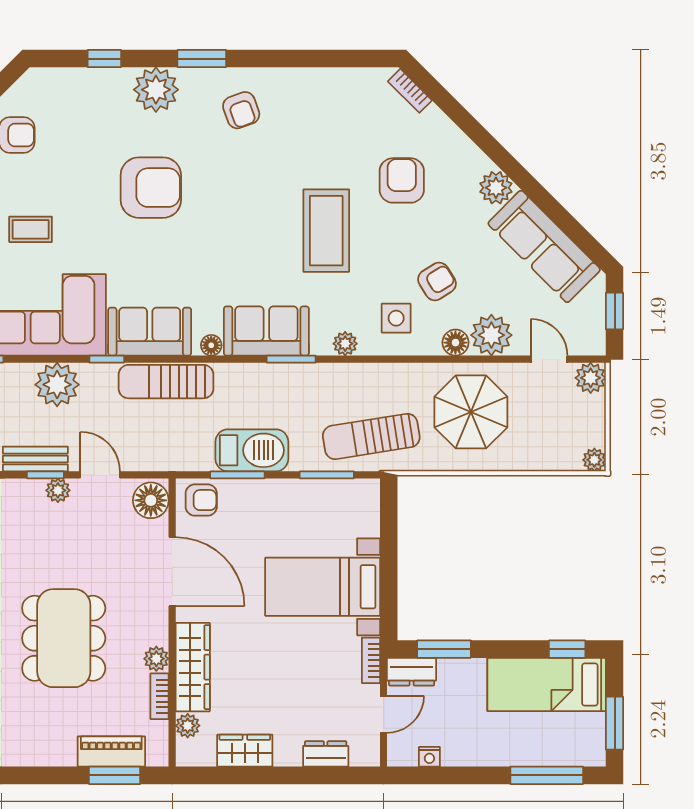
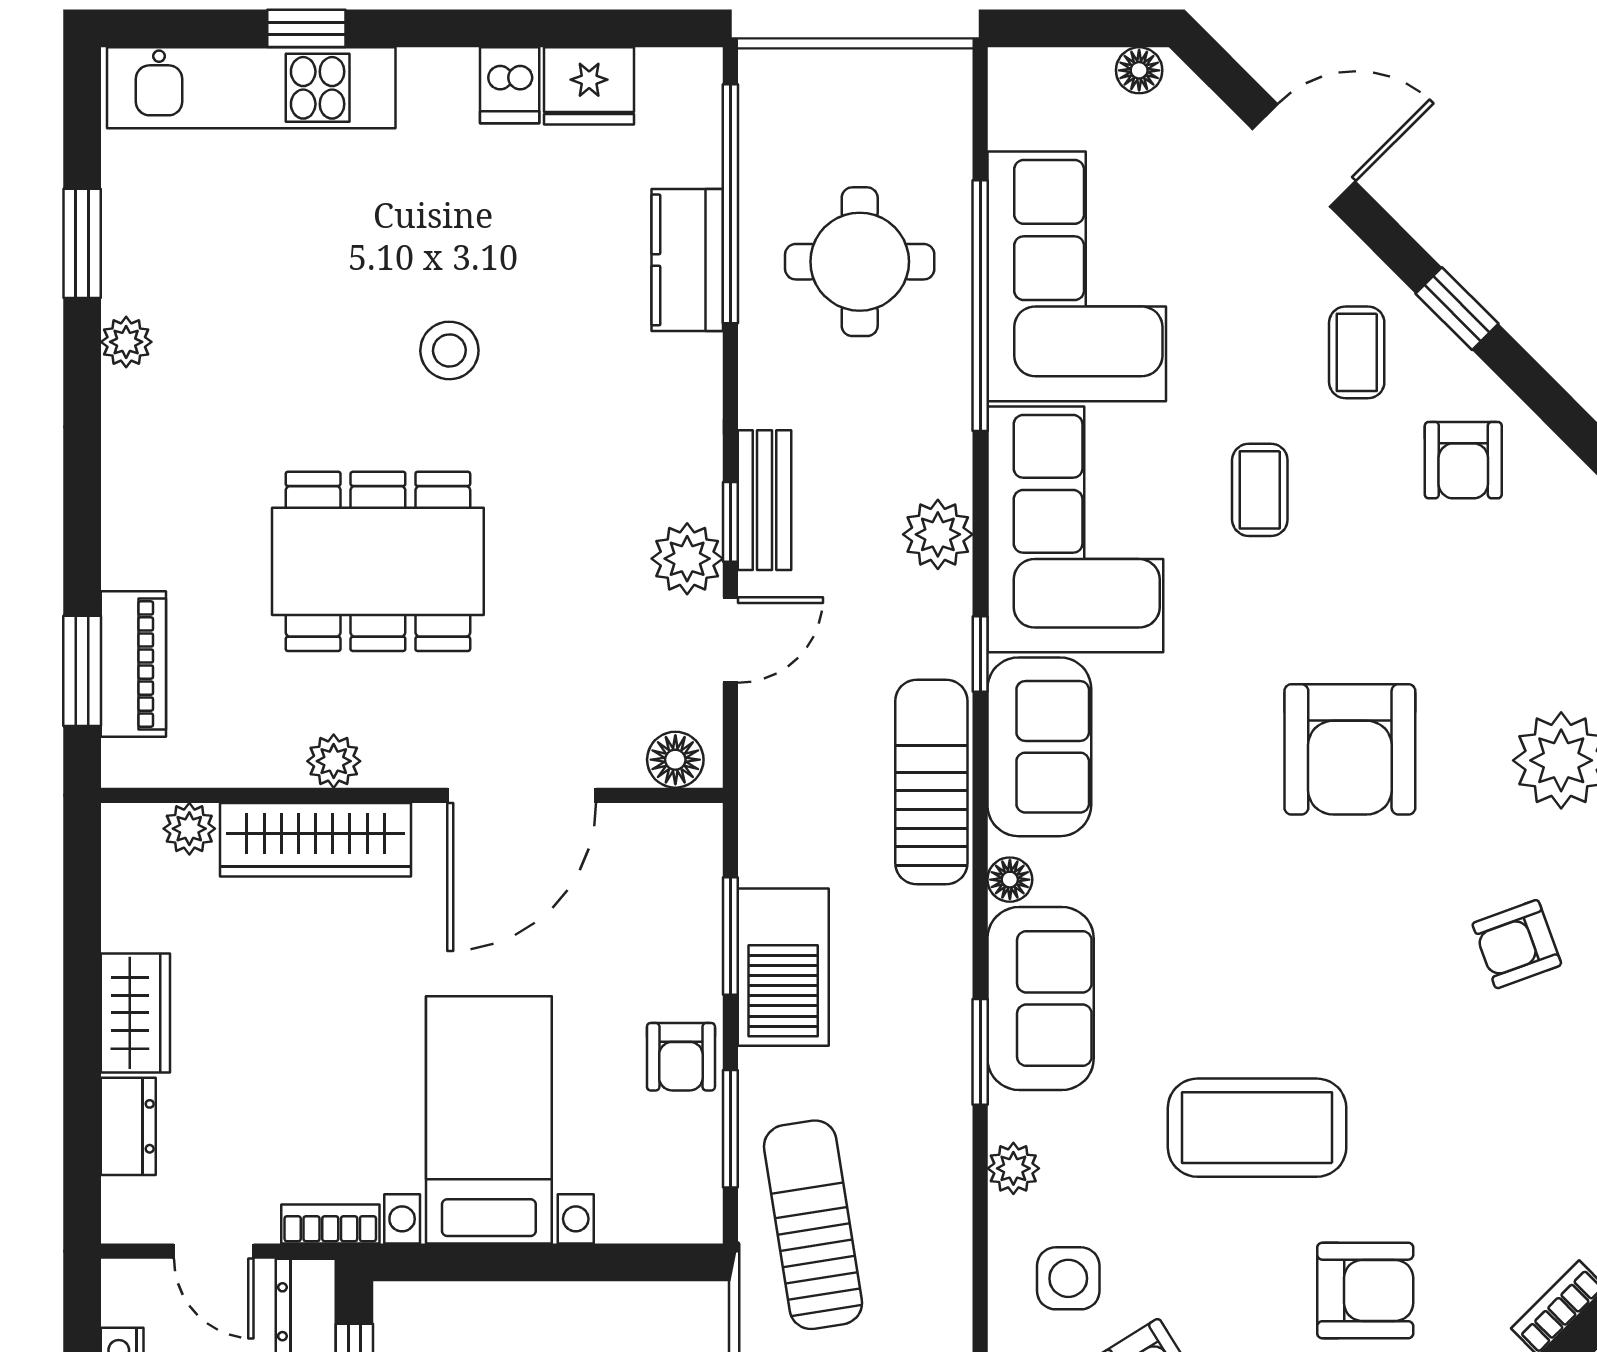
plant: (57, 385) -> (938, 534), width x0.73, depth x0.73
plant: (58, 490) -> (687, 559), width x1.38, depth x1.38
floor lamp: (151, 500) -> (675, 760), width x0.73, depth x0.73
armchair: (201, 500) -> (681, 1057), moved
bookcase: (160, 696) -> (253, 768), removed
wardrobe: (245, 751) -> (135, 1013), moved

